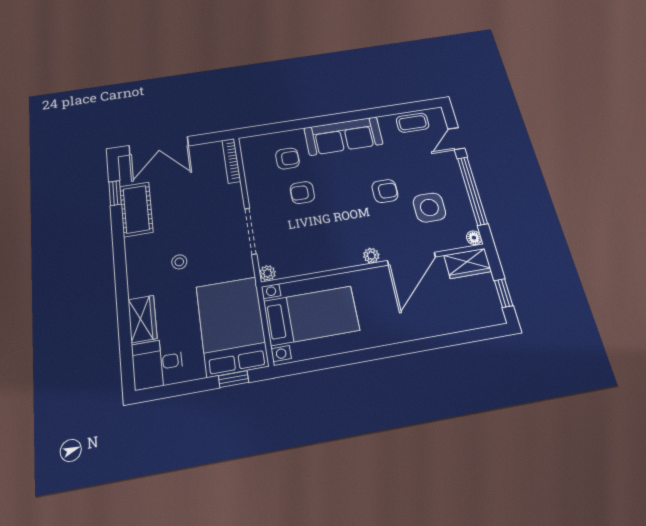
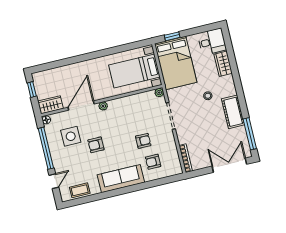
window: (115, 193) -> (250, 134), width x2.17
cot: (136, 209) -> (233, 112), moved

